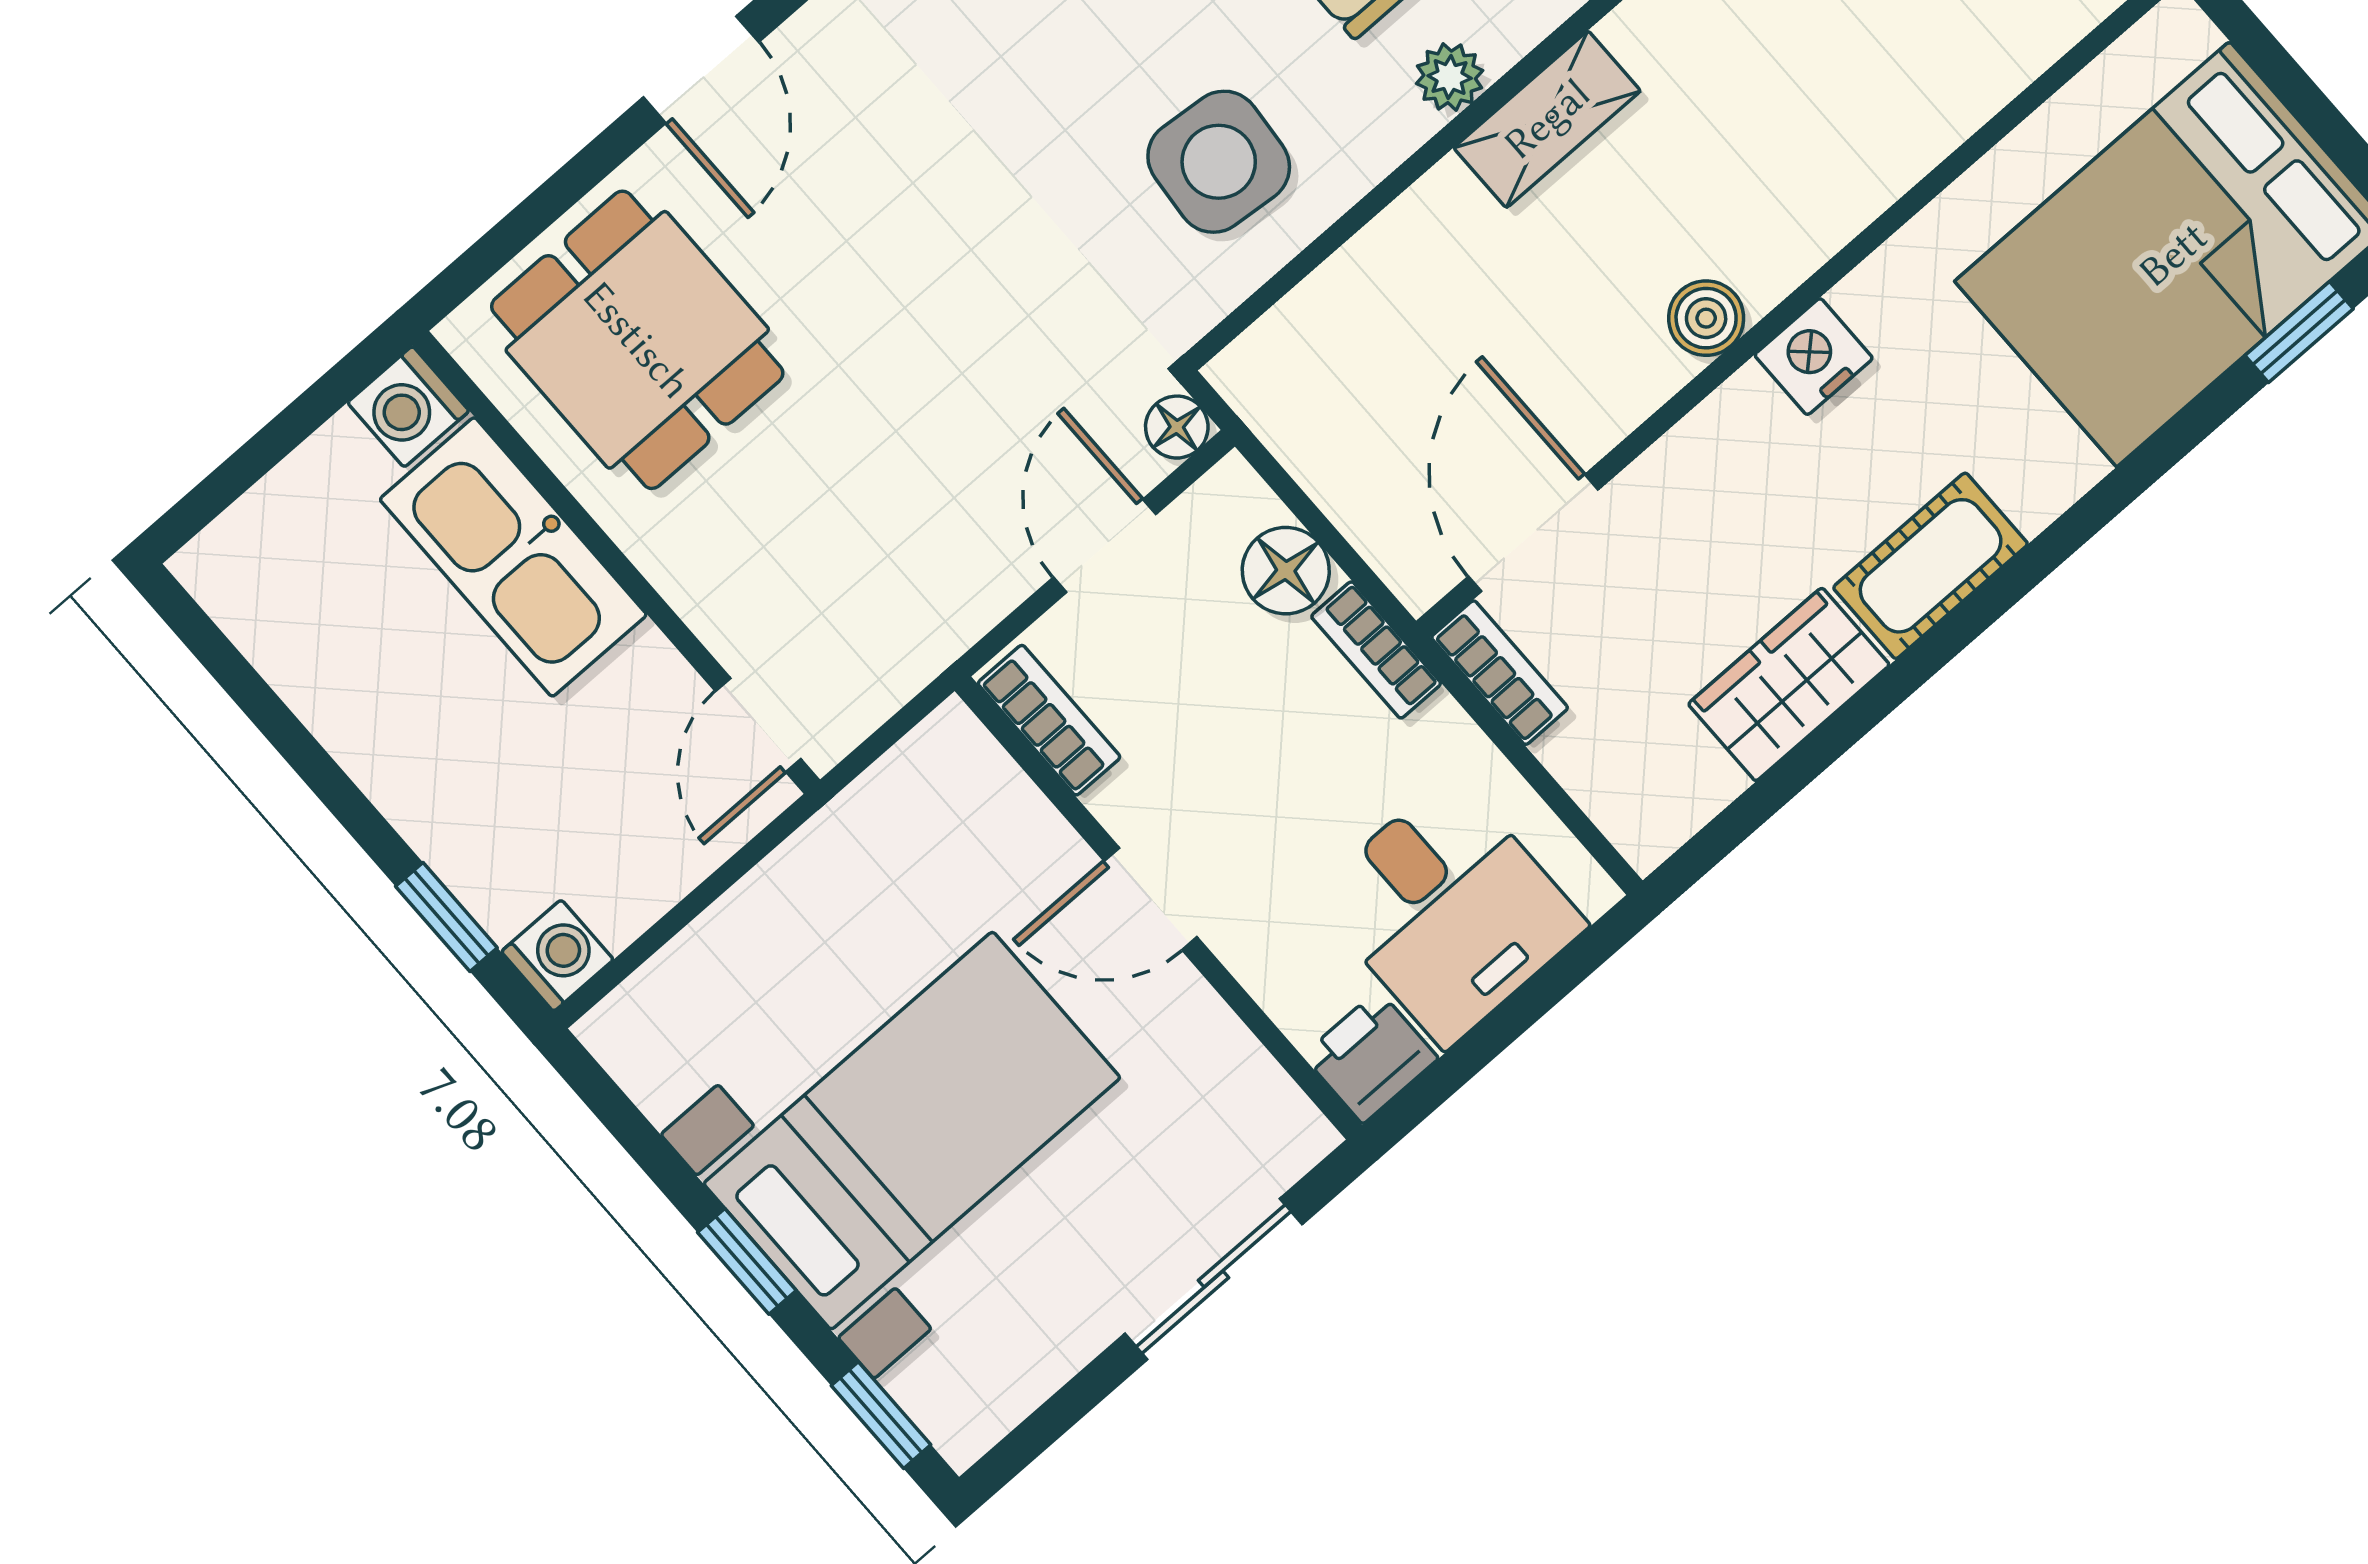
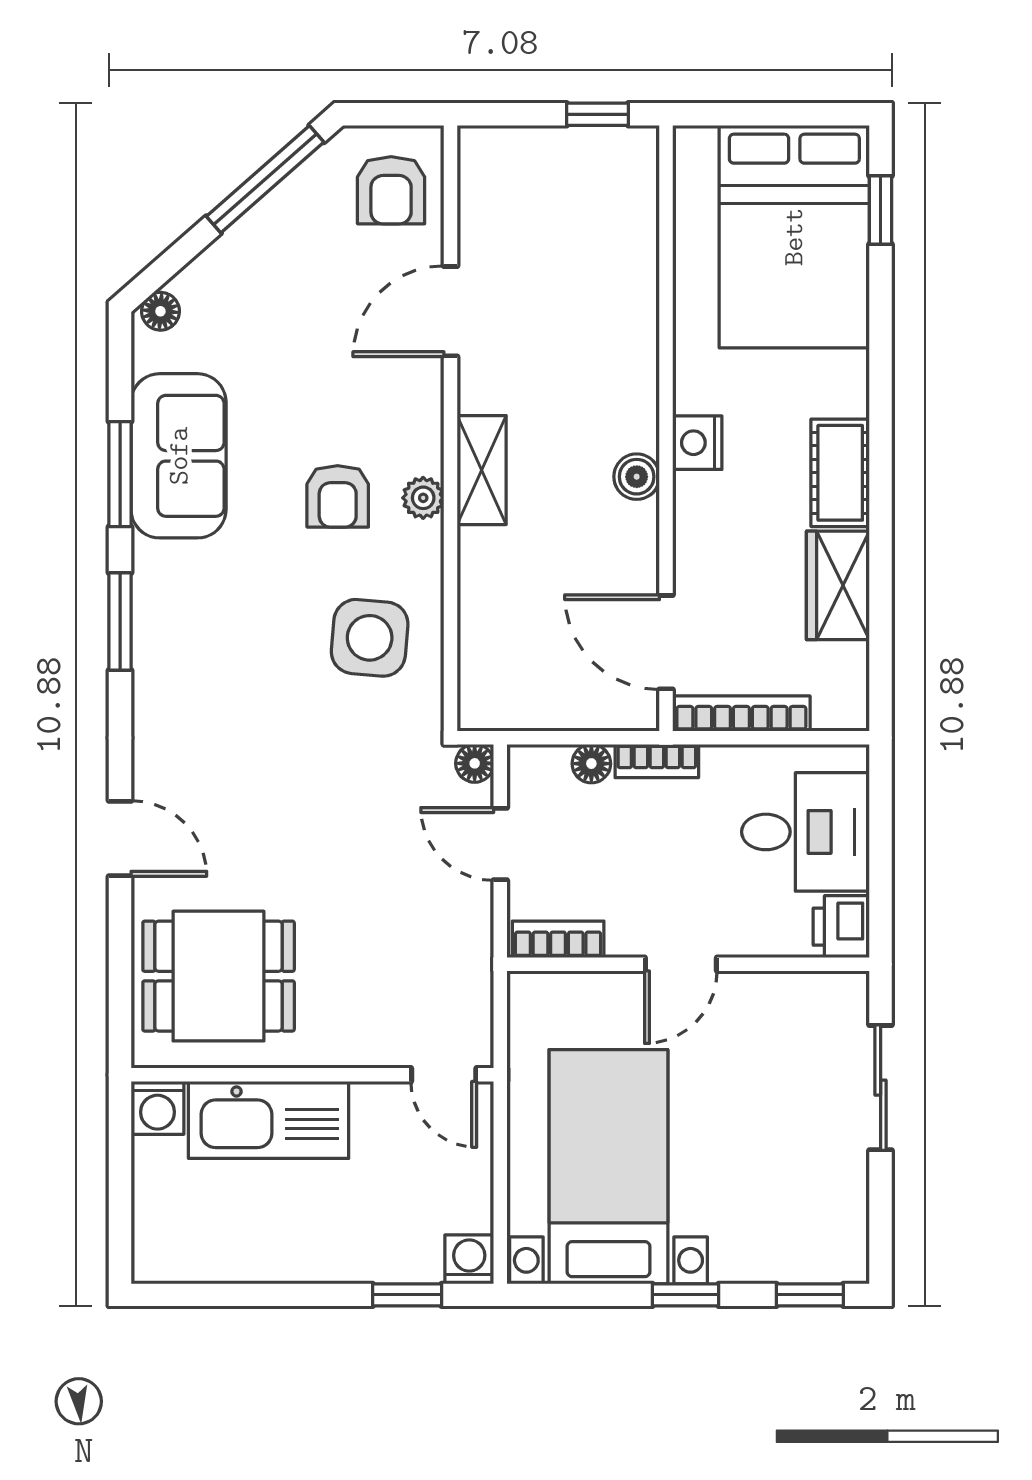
floor lamp: (1286, 571) -> (591, 764), width x0.73, depth x0.73
bookcase: (1500, 673) -> (741, 713), width x1.56
bed with nightstands: (912, 1131) -> (608, 1167), moved

